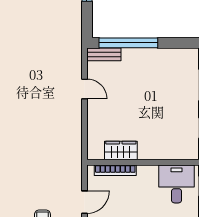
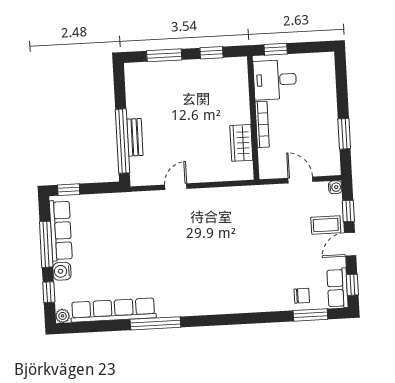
bench: (104, 54) -> (135, 137), moved
bookcase: (115, 170) -> (262, 124), moved

